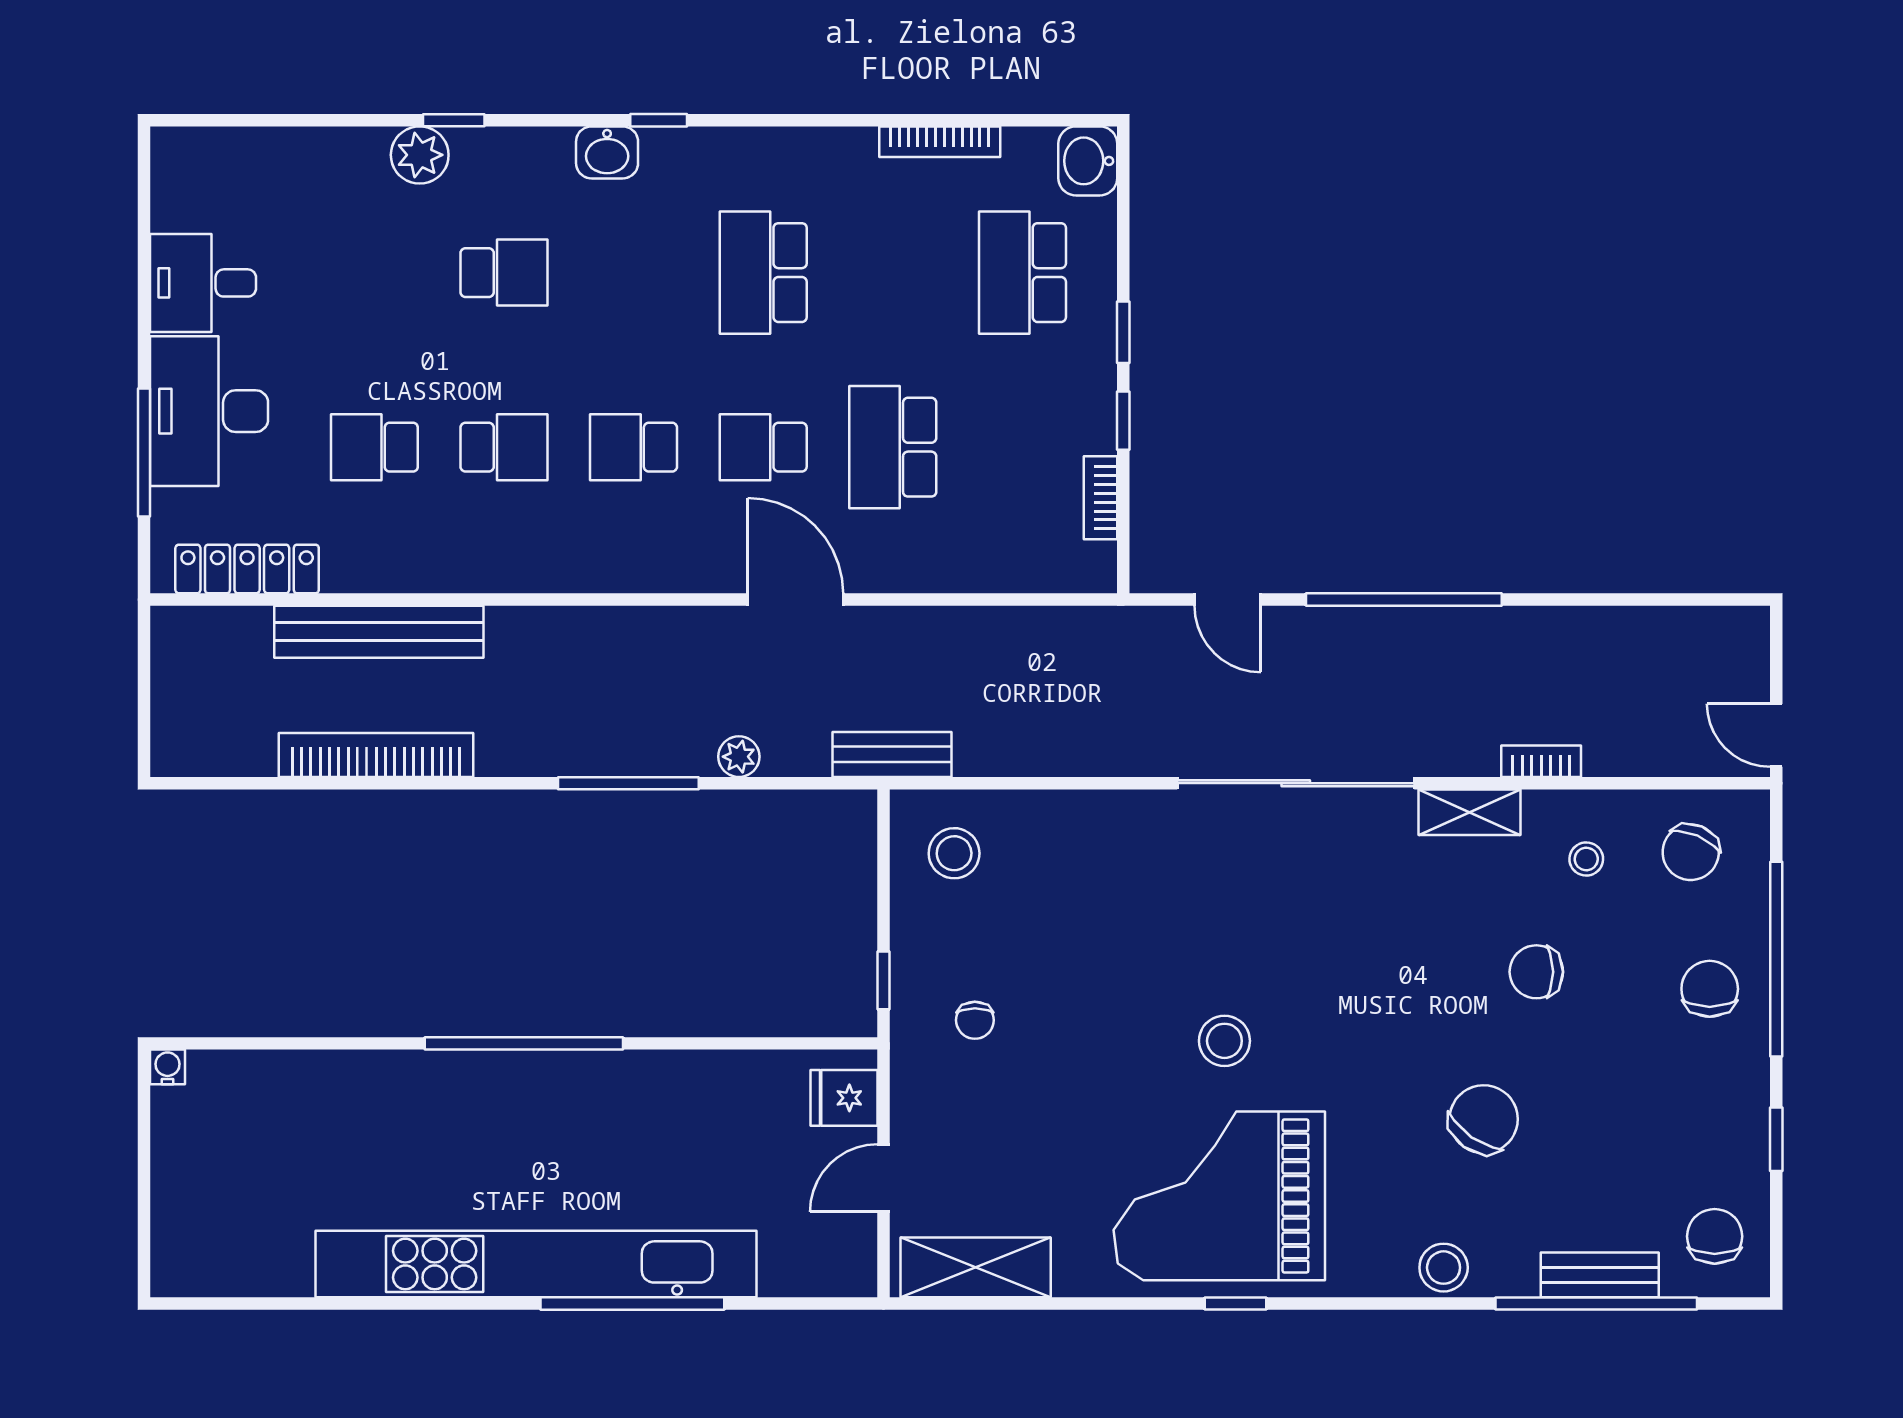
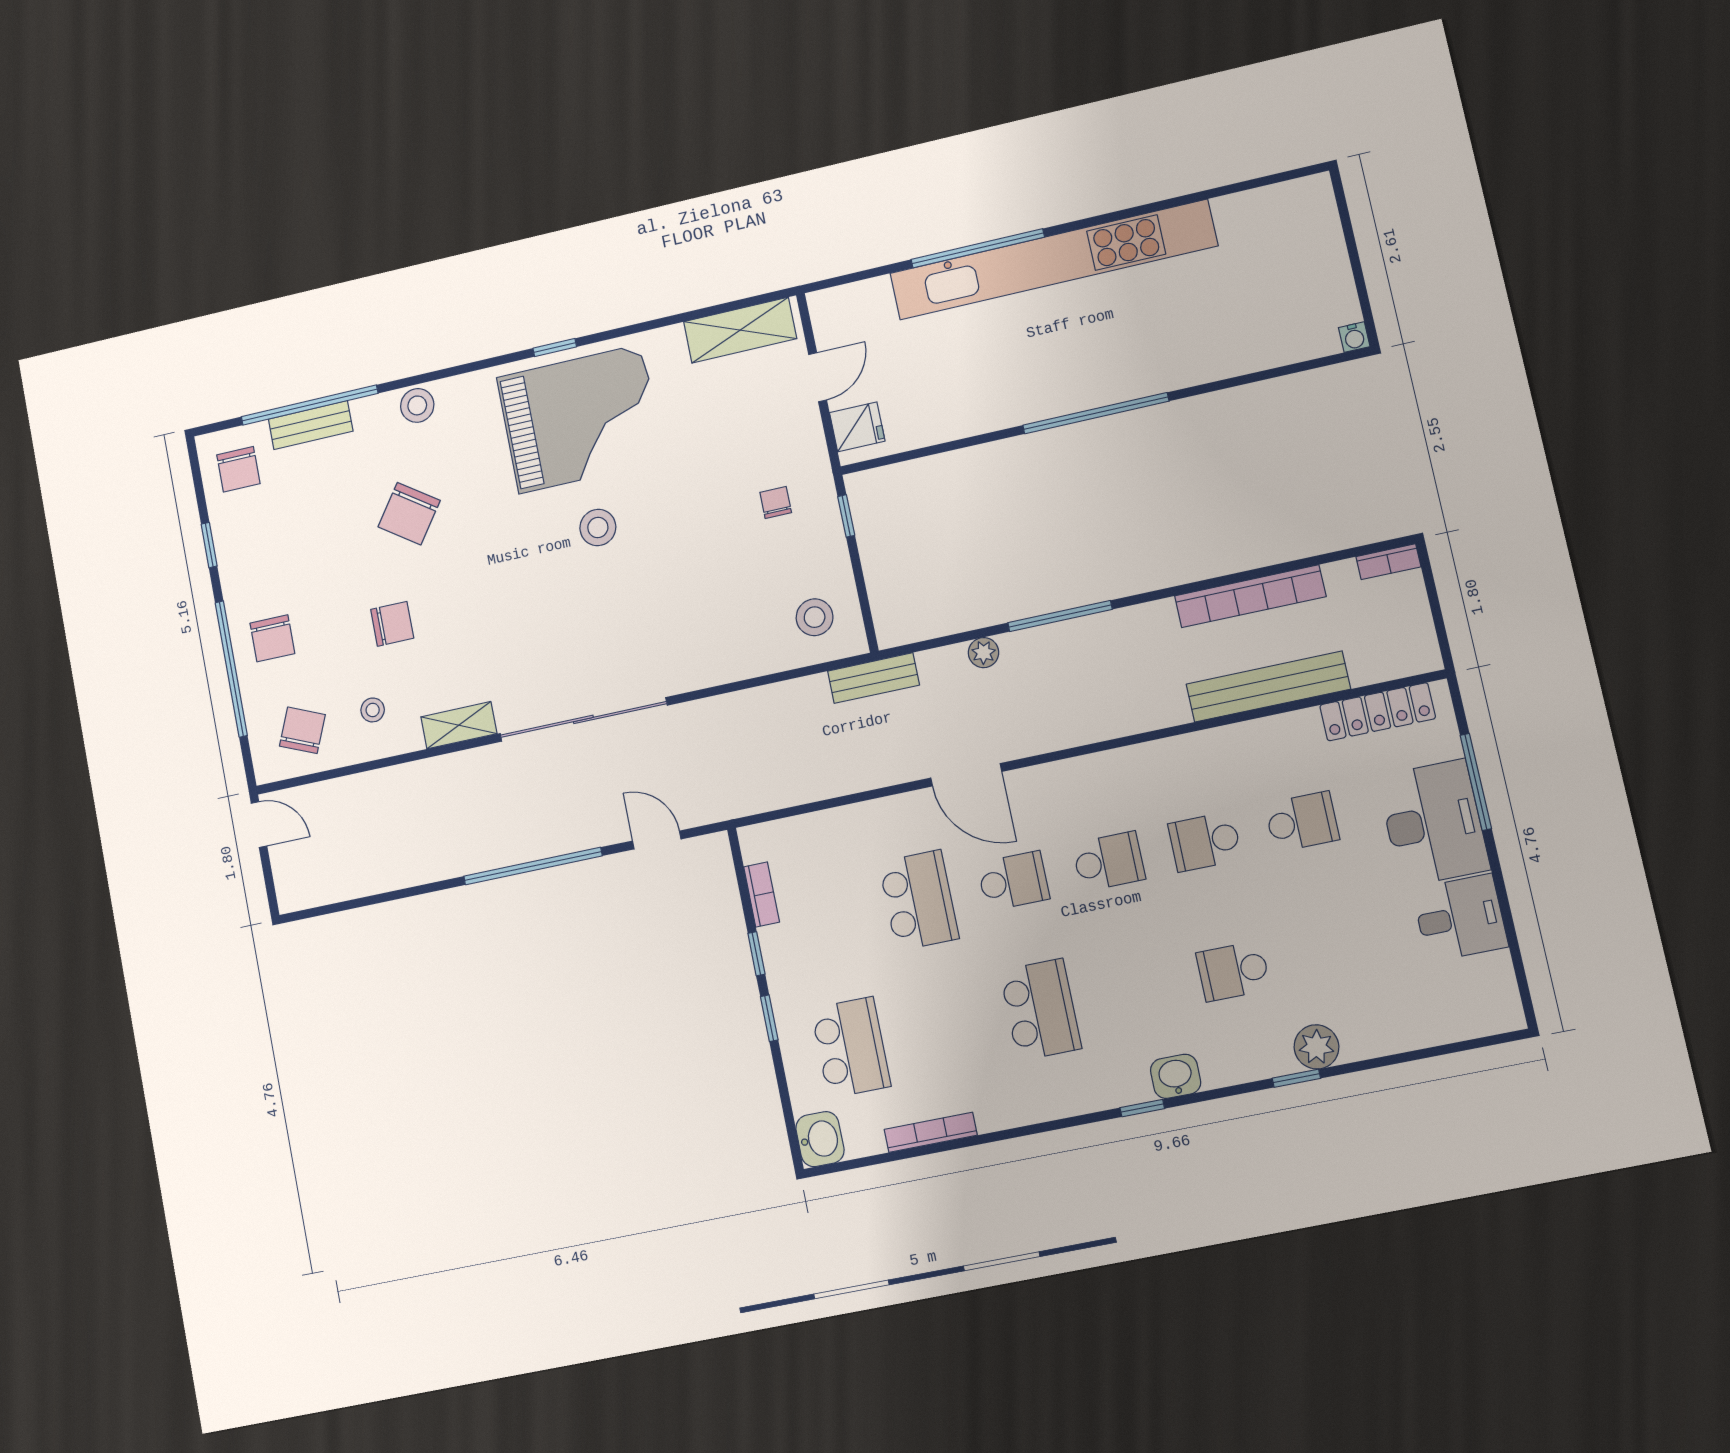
bookcase: (1541, 761) -> (1388, 562), moved

